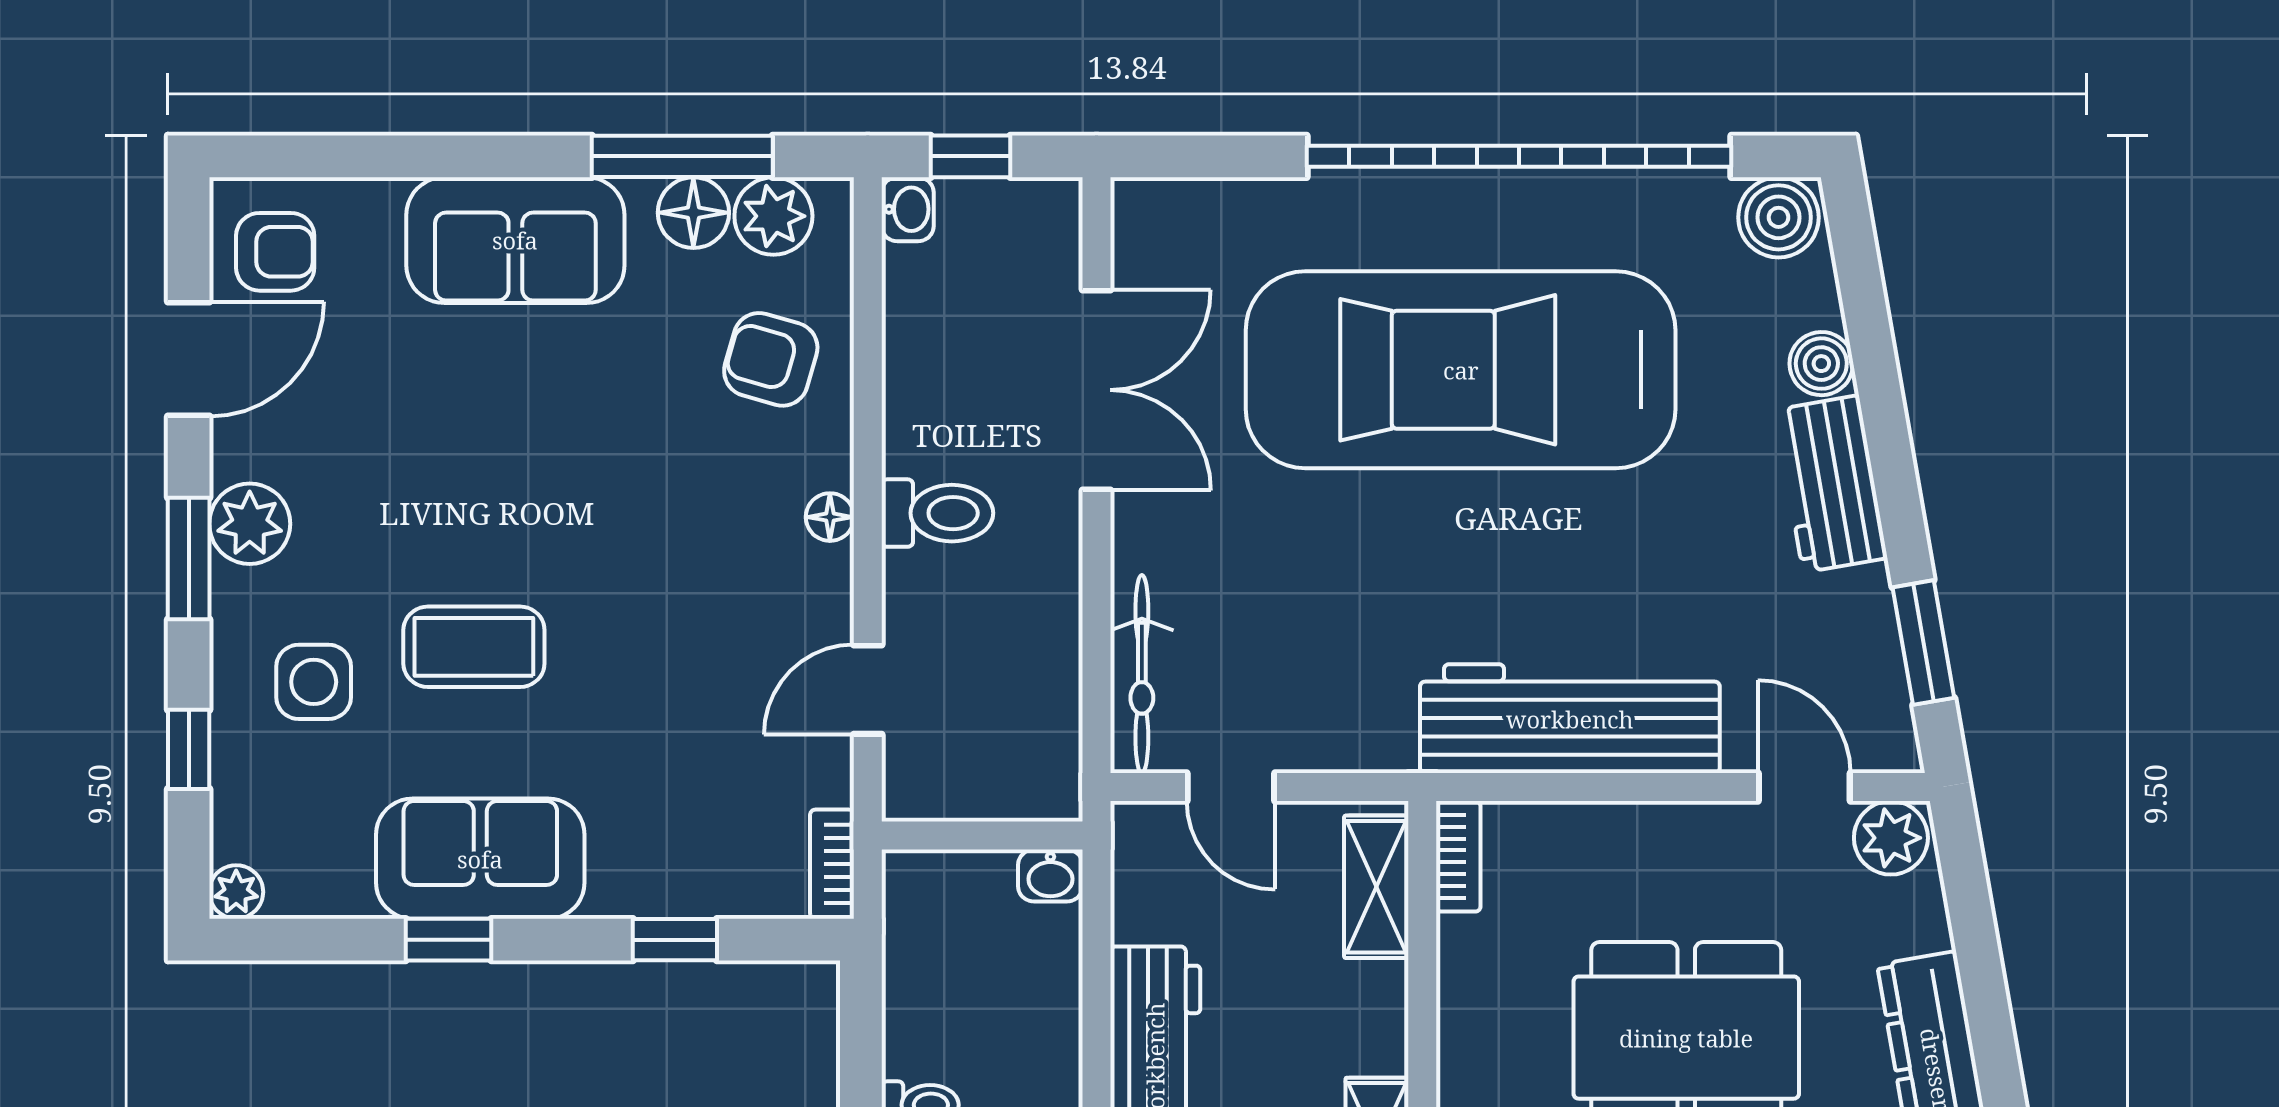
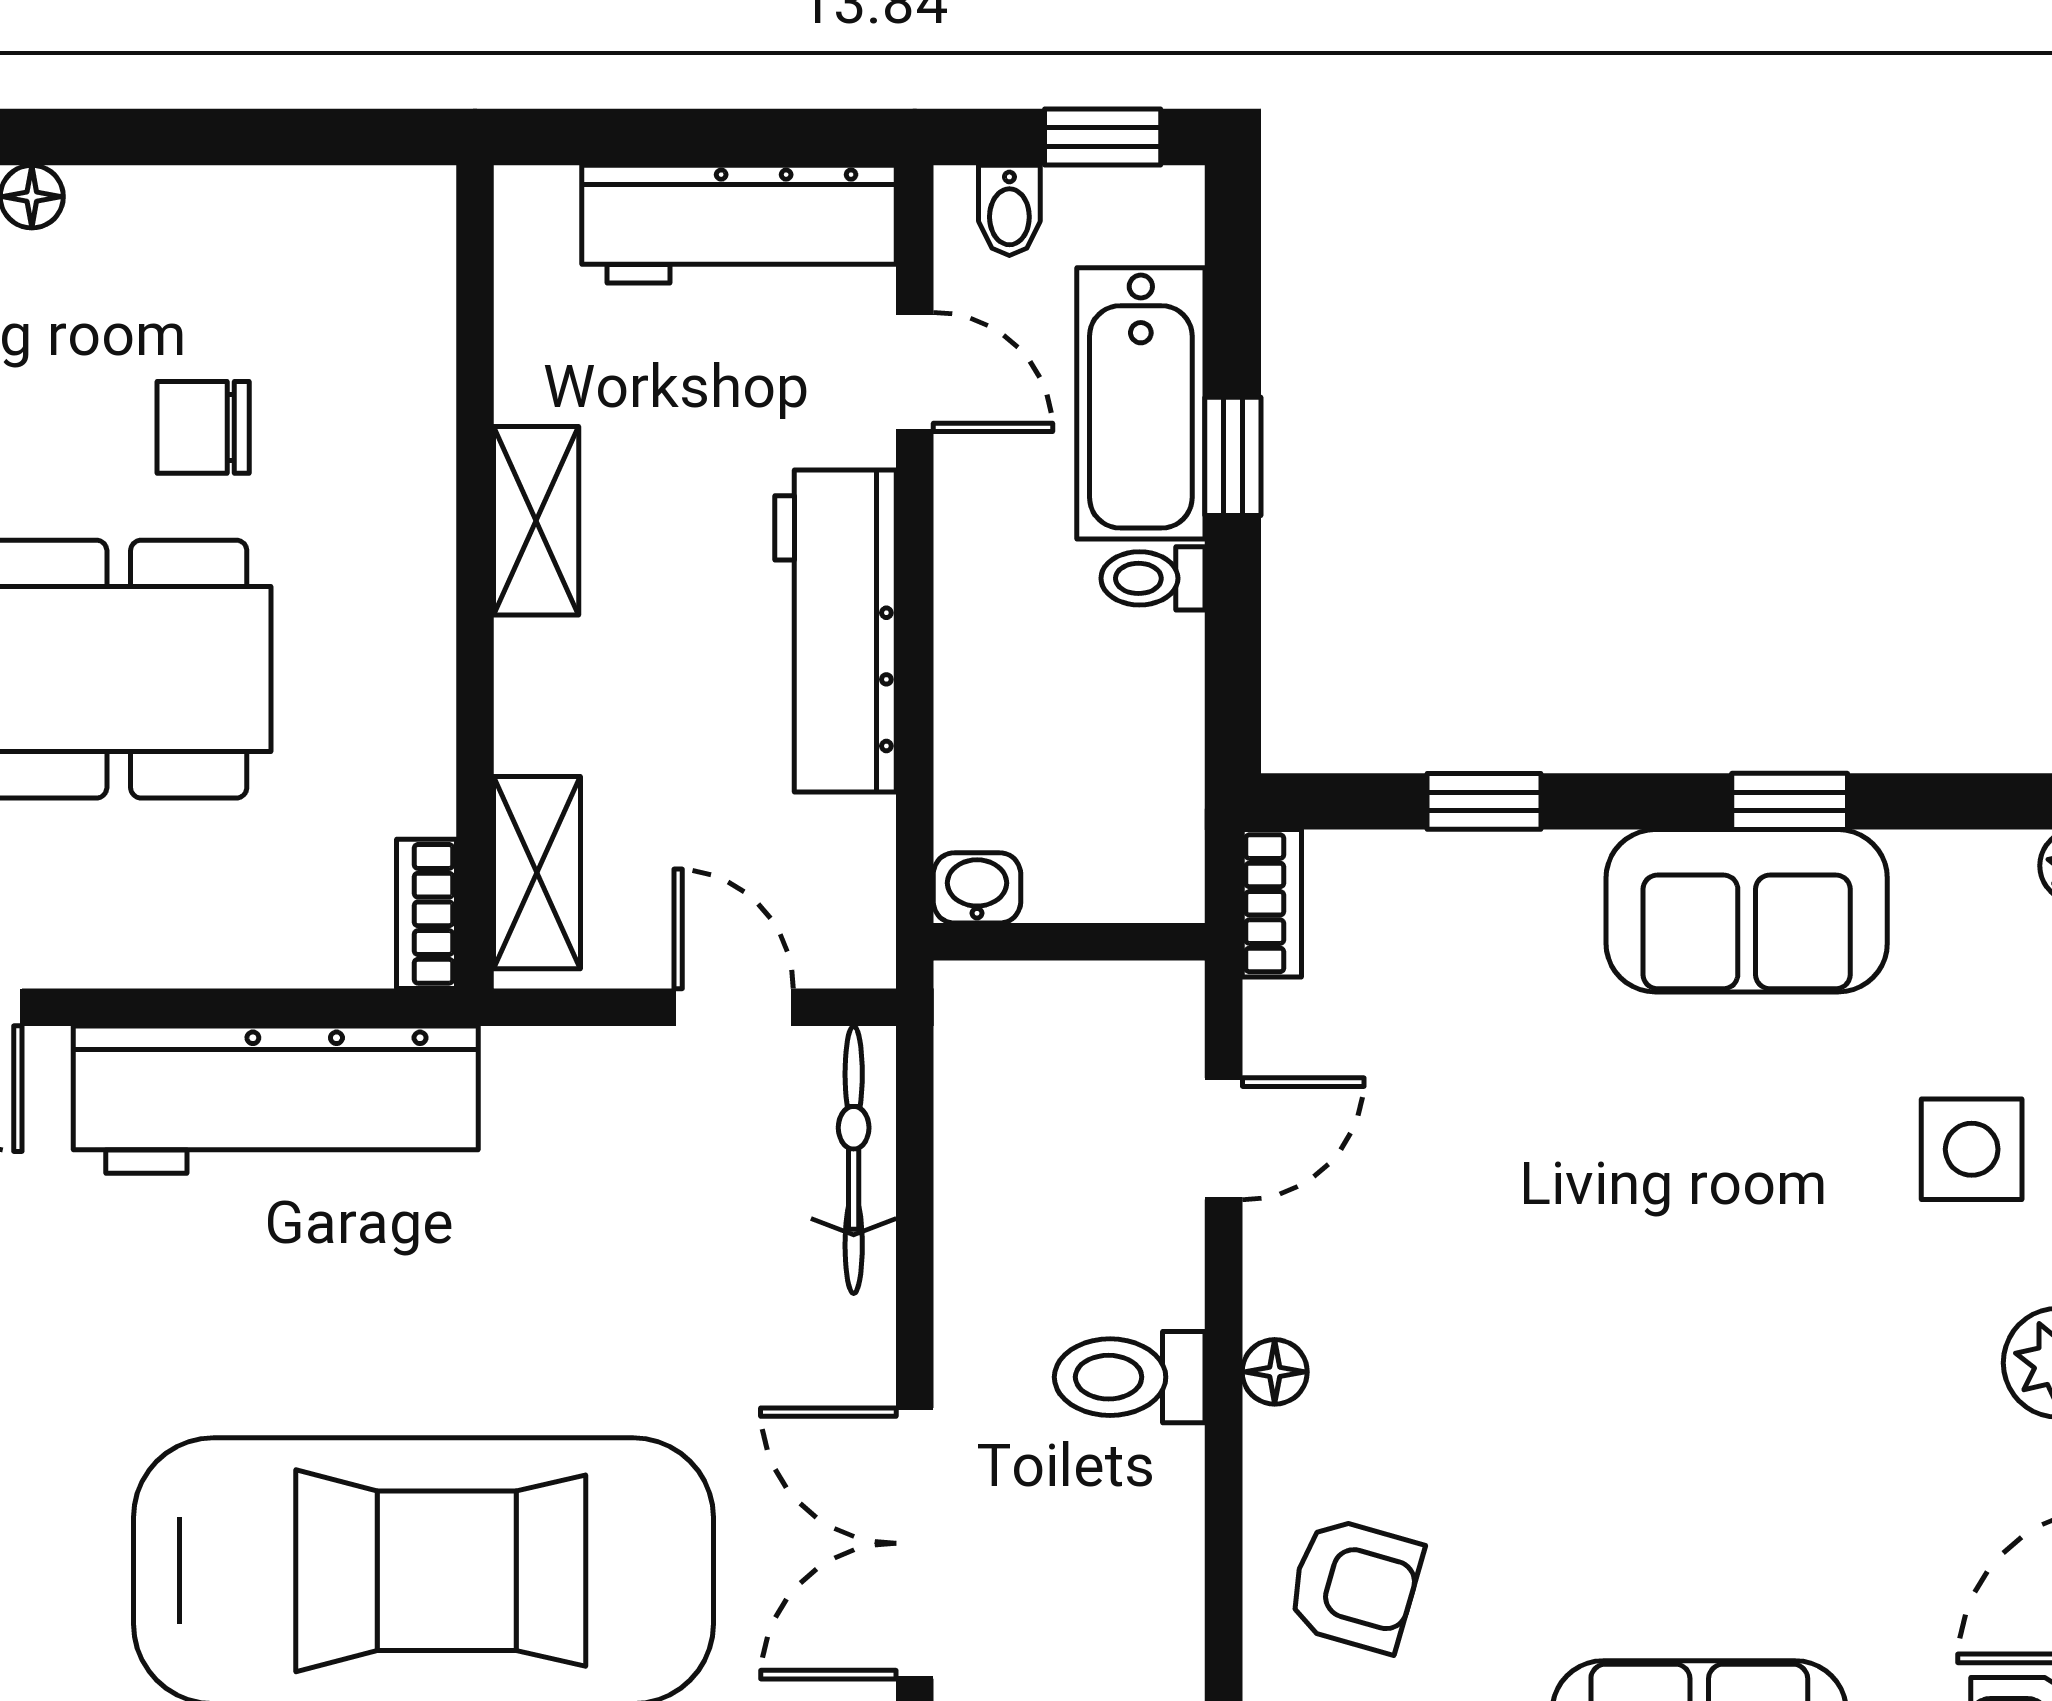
coffee table: (474, 647) -> (1755, 1197), removed

